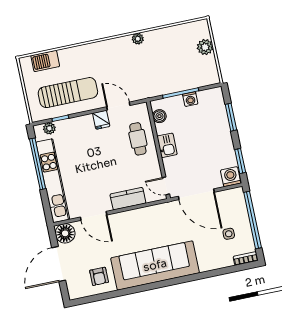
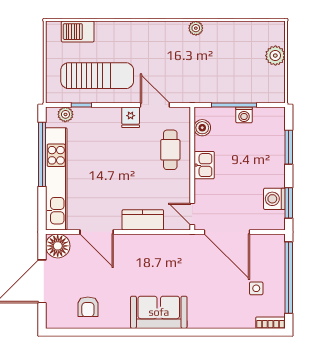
washing machine: (231, 177) -> (274, 199), moved, turned -90
sofa: (155, 265) -> (159, 312), width x0.54, depth x0.79

